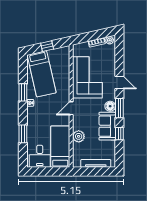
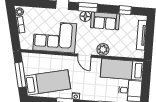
window: (47, 46) -> (20, 75), width x2.17
window: (119, 134) -> (125, 10), moved
plant: (79, 136) -> (103, 49), moved

